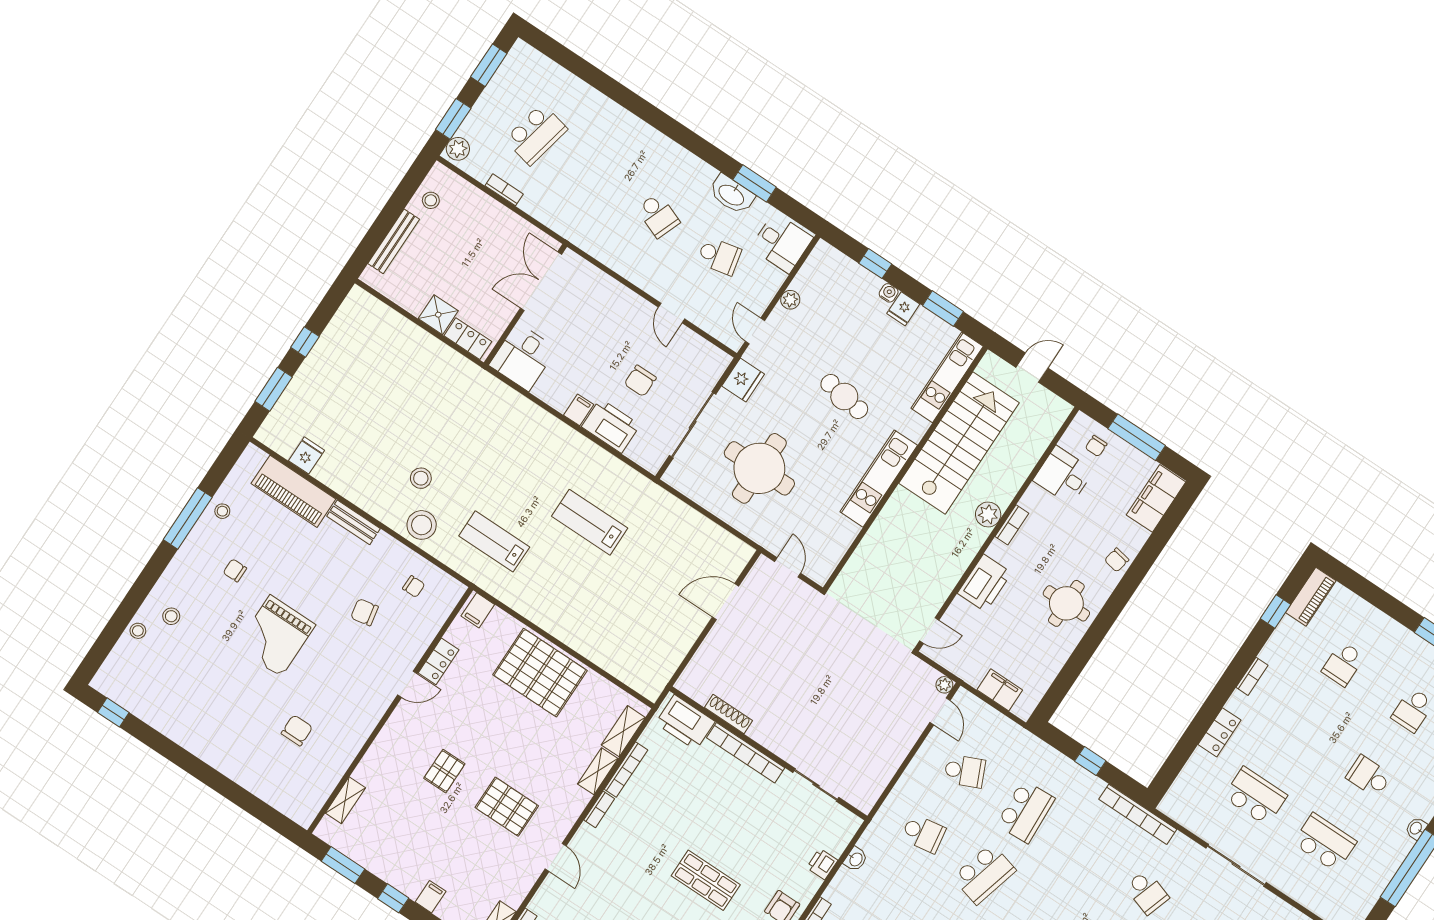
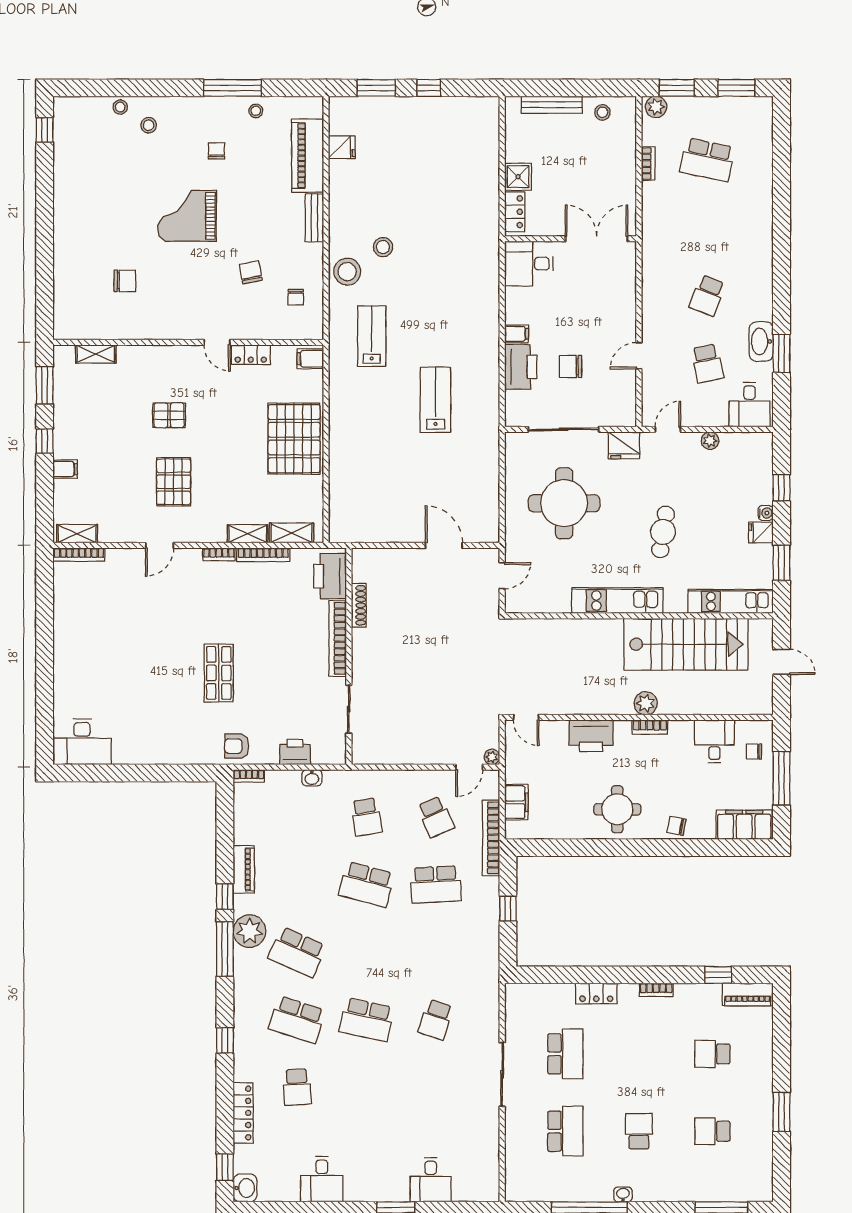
bookcase: (1138, 814) -> (491, 838), moved
printer: (822, 864) -> (295, 752), width x1.36, depth x1.24

